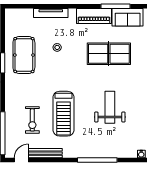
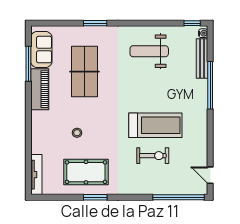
tv unit: (51, 13) -> (36, 175), moved
weight bench: (110, 107) -> (149, 51), moved
exercise bike: (32, 120) -> (153, 156), moved
bench: (45, 153) -> (202, 59), moved

